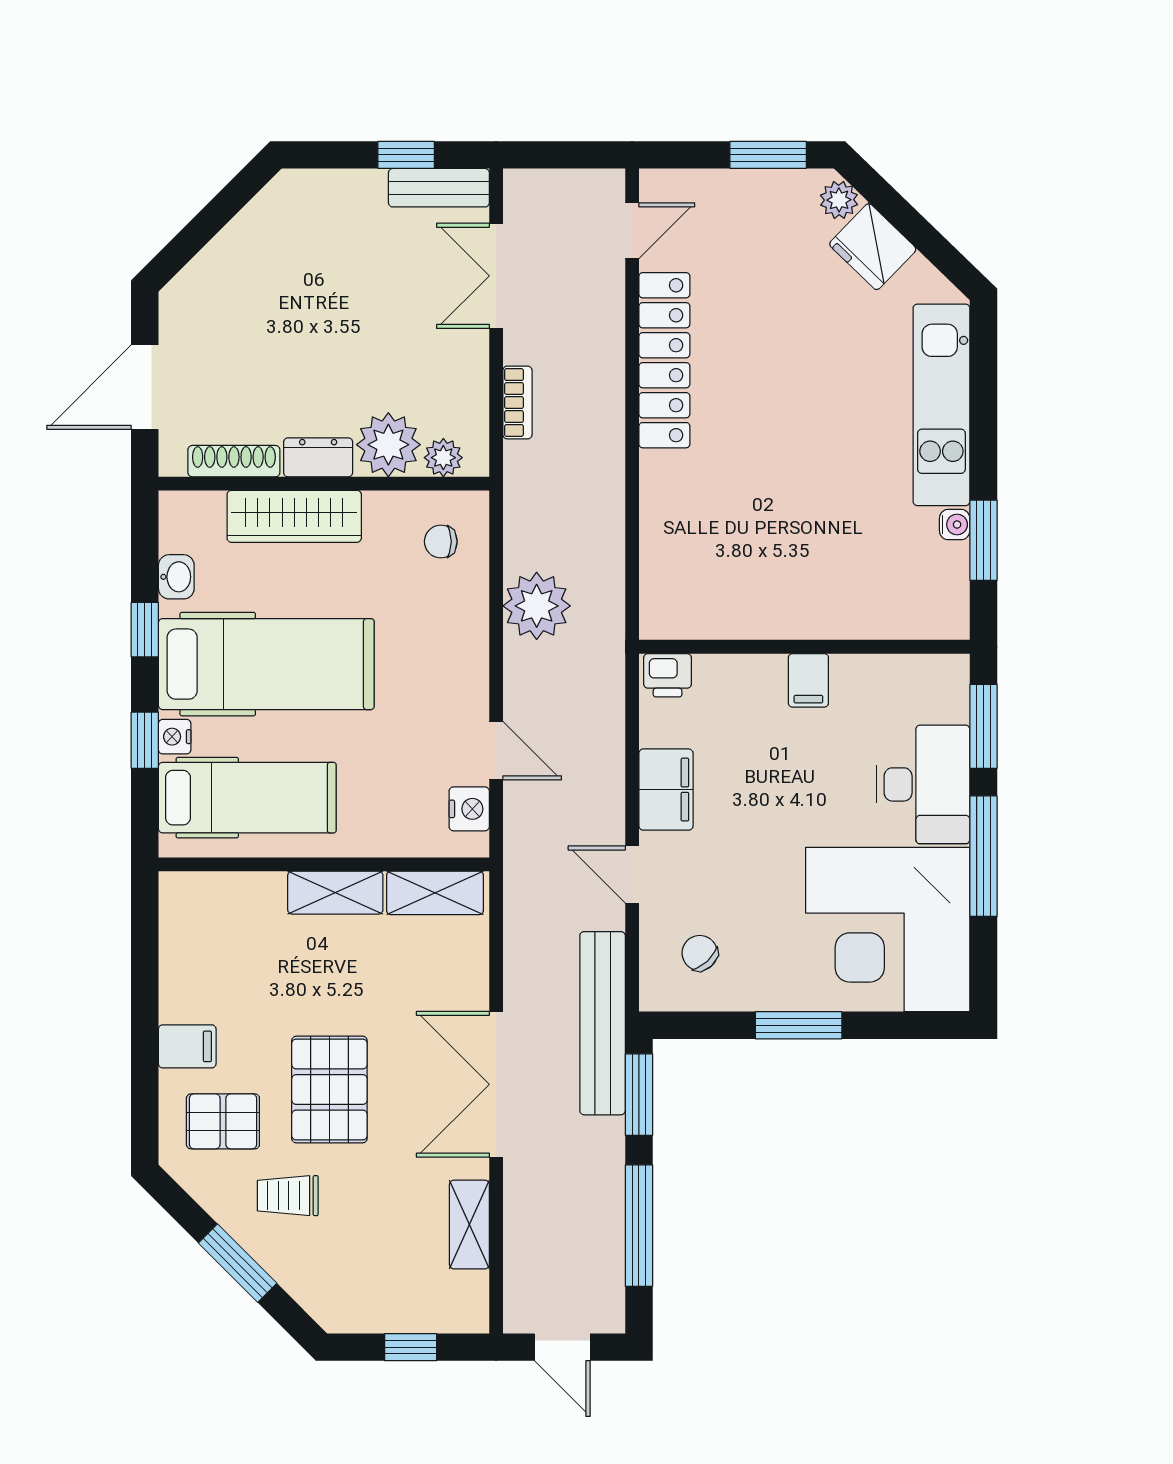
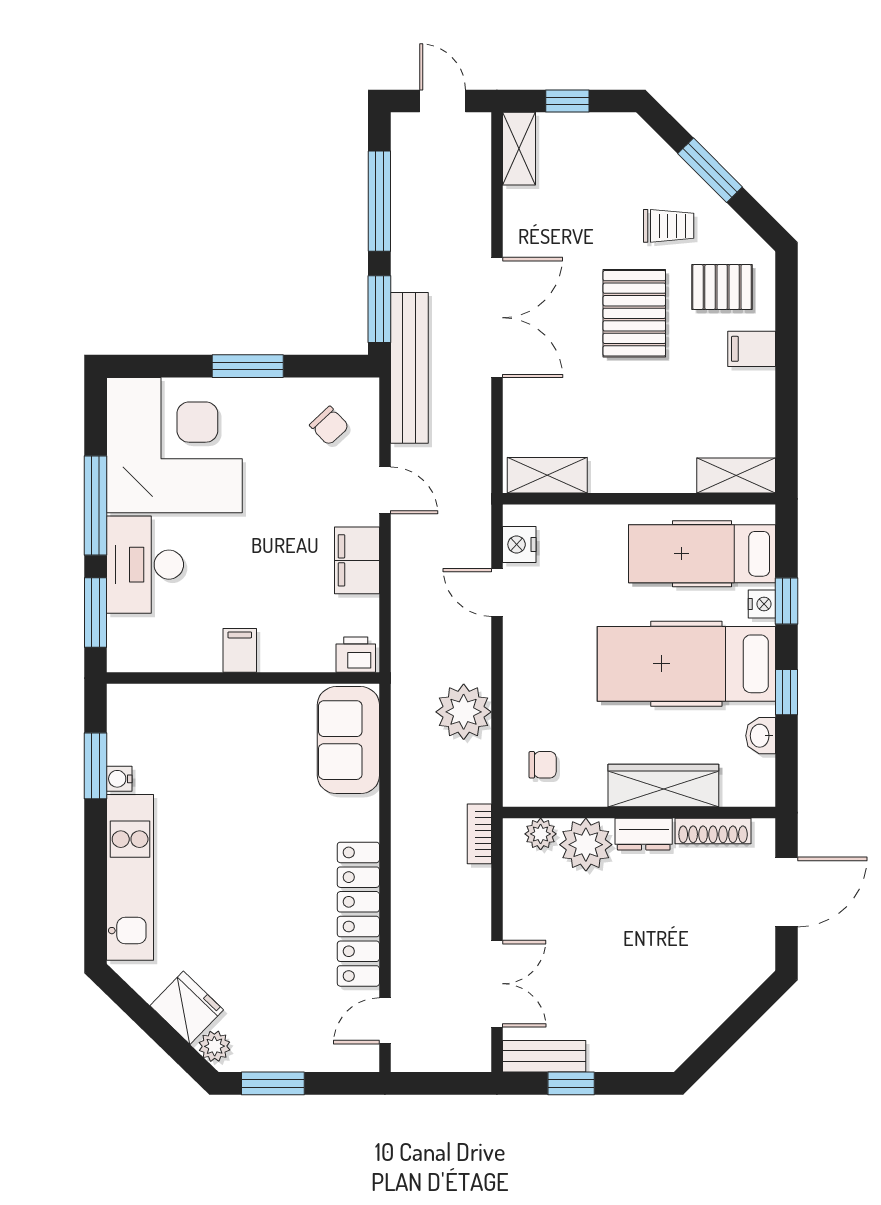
bookcase: (517, 403) -> (479, 834), moved
sofa: (677, 572) -> (348, 740), added
shelving: (335, 893) -> (736, 476), moved
shelving: (469, 1225) -> (519, 149), moved

